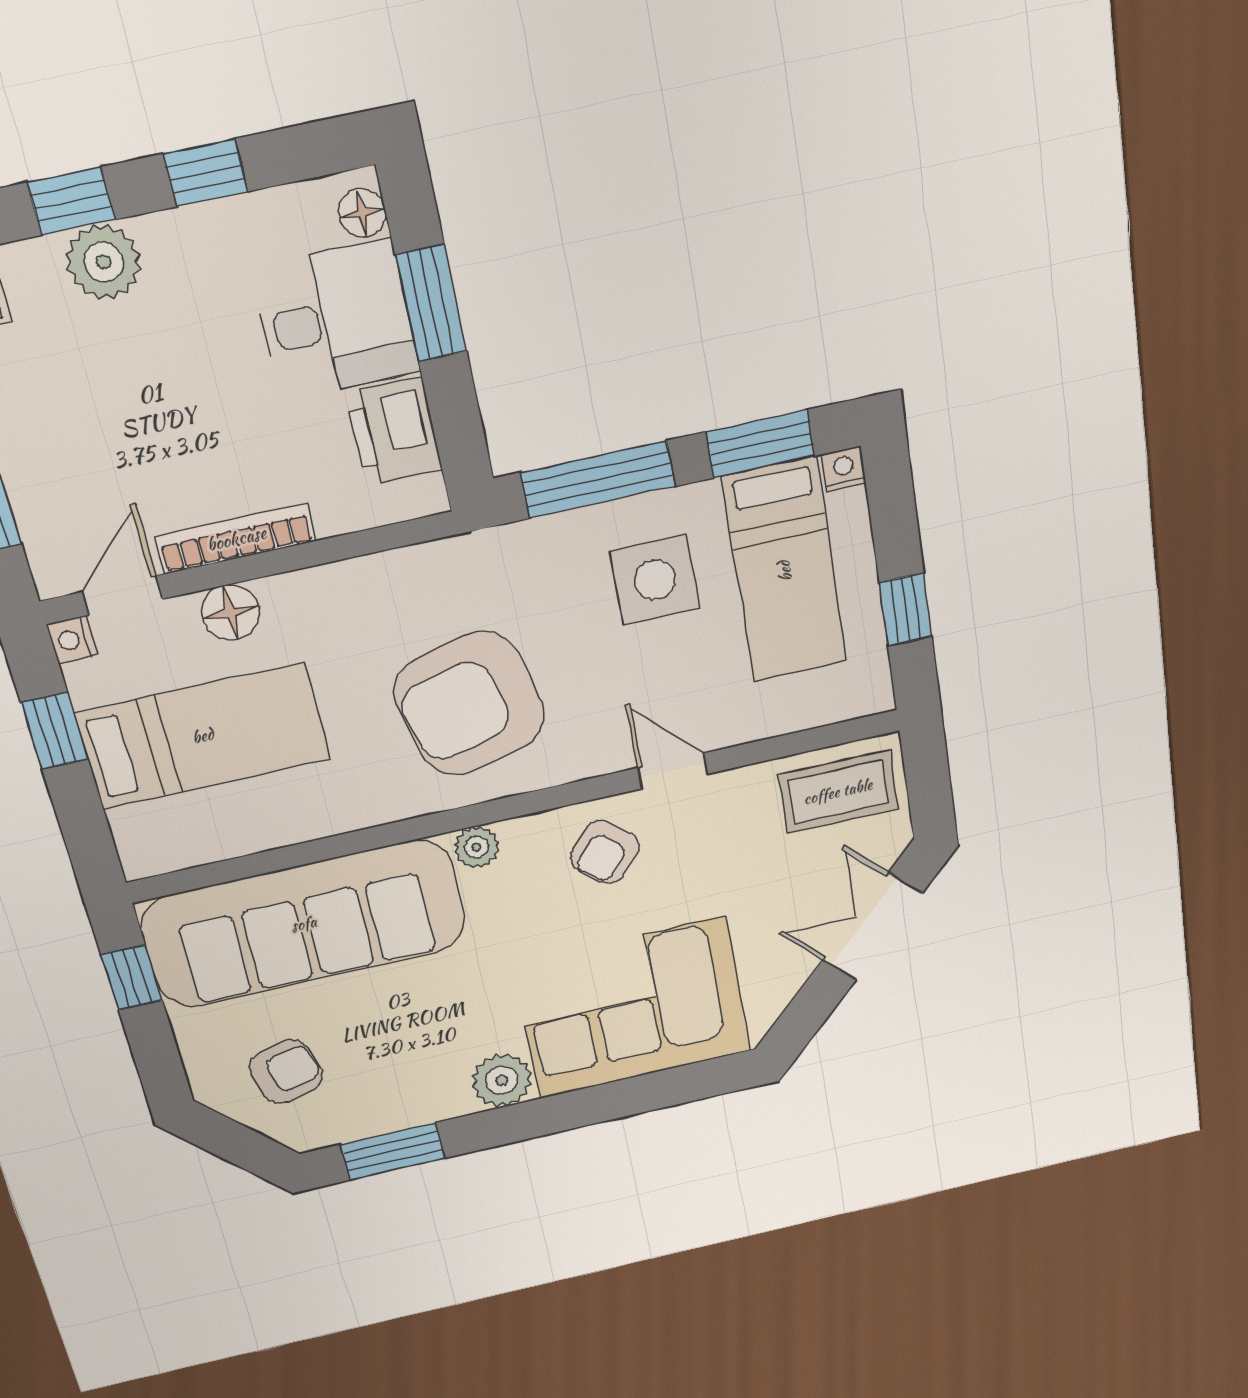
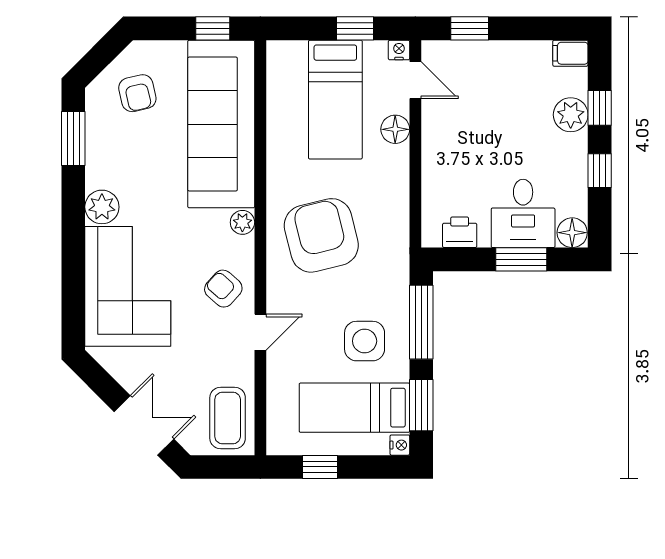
floor lamp: (362, 213) -> (572, 233), width x1.37, depth x1.37
printer: (394, 431) -> (460, 232), width x0.73, depth x0.81
bookcase: (236, 539) -> (431, 141), removed

